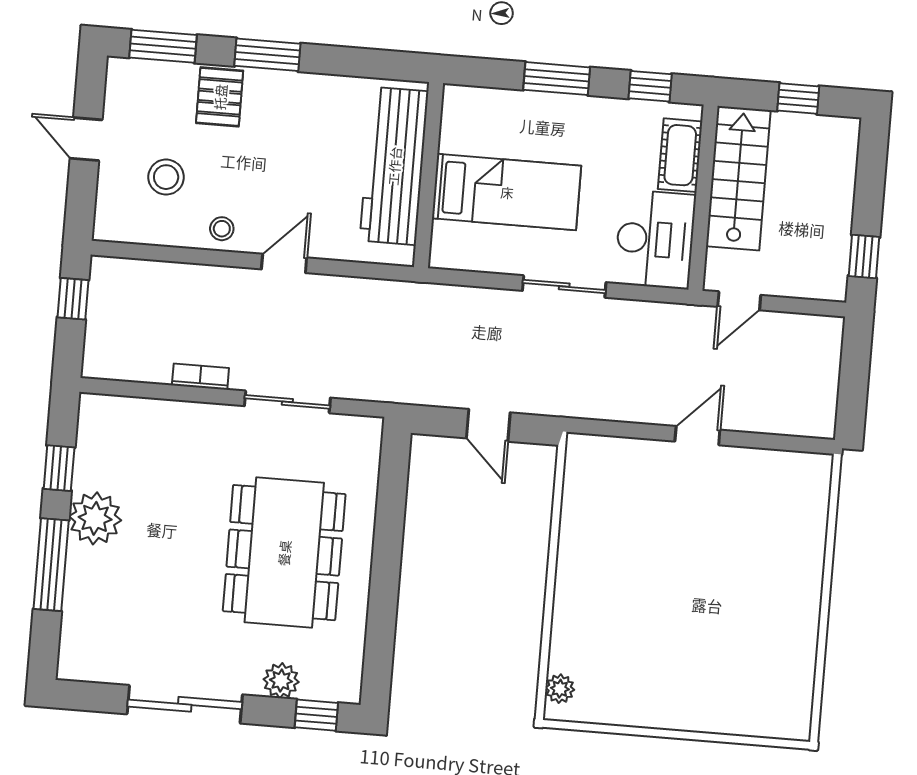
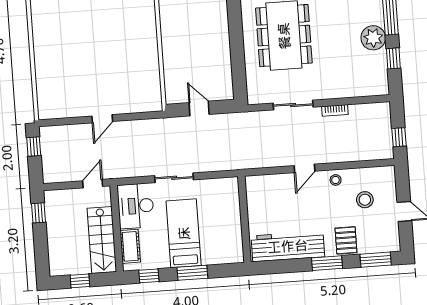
workbench: (394, 166) -> (288, 246), moved, turned -90
bed: (507, 192) -> (184, 233), moved, turned 90
window: (852, 399) -> (34, 147), added

